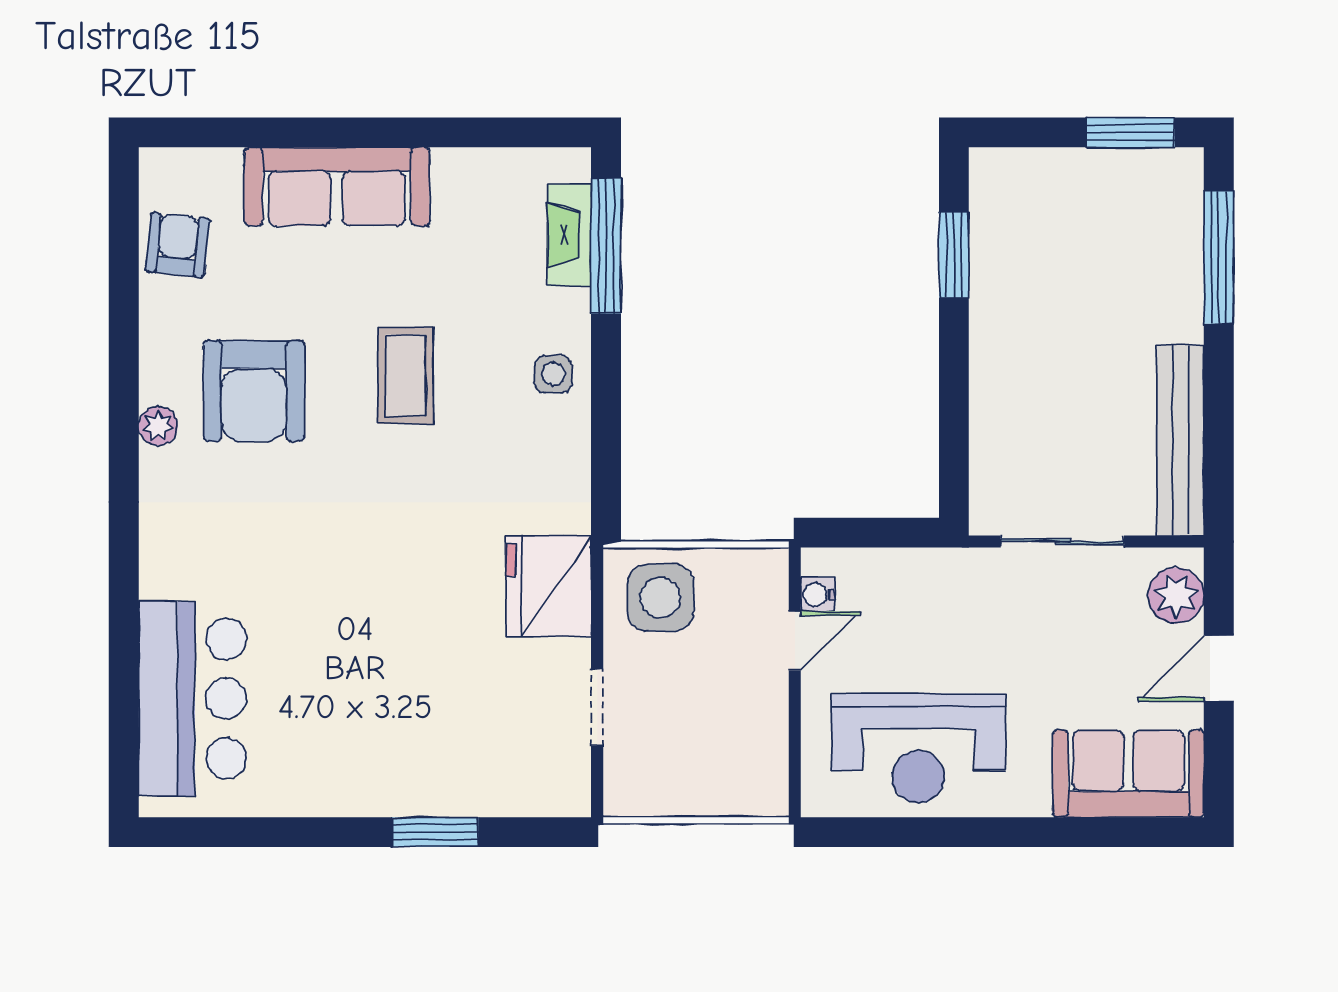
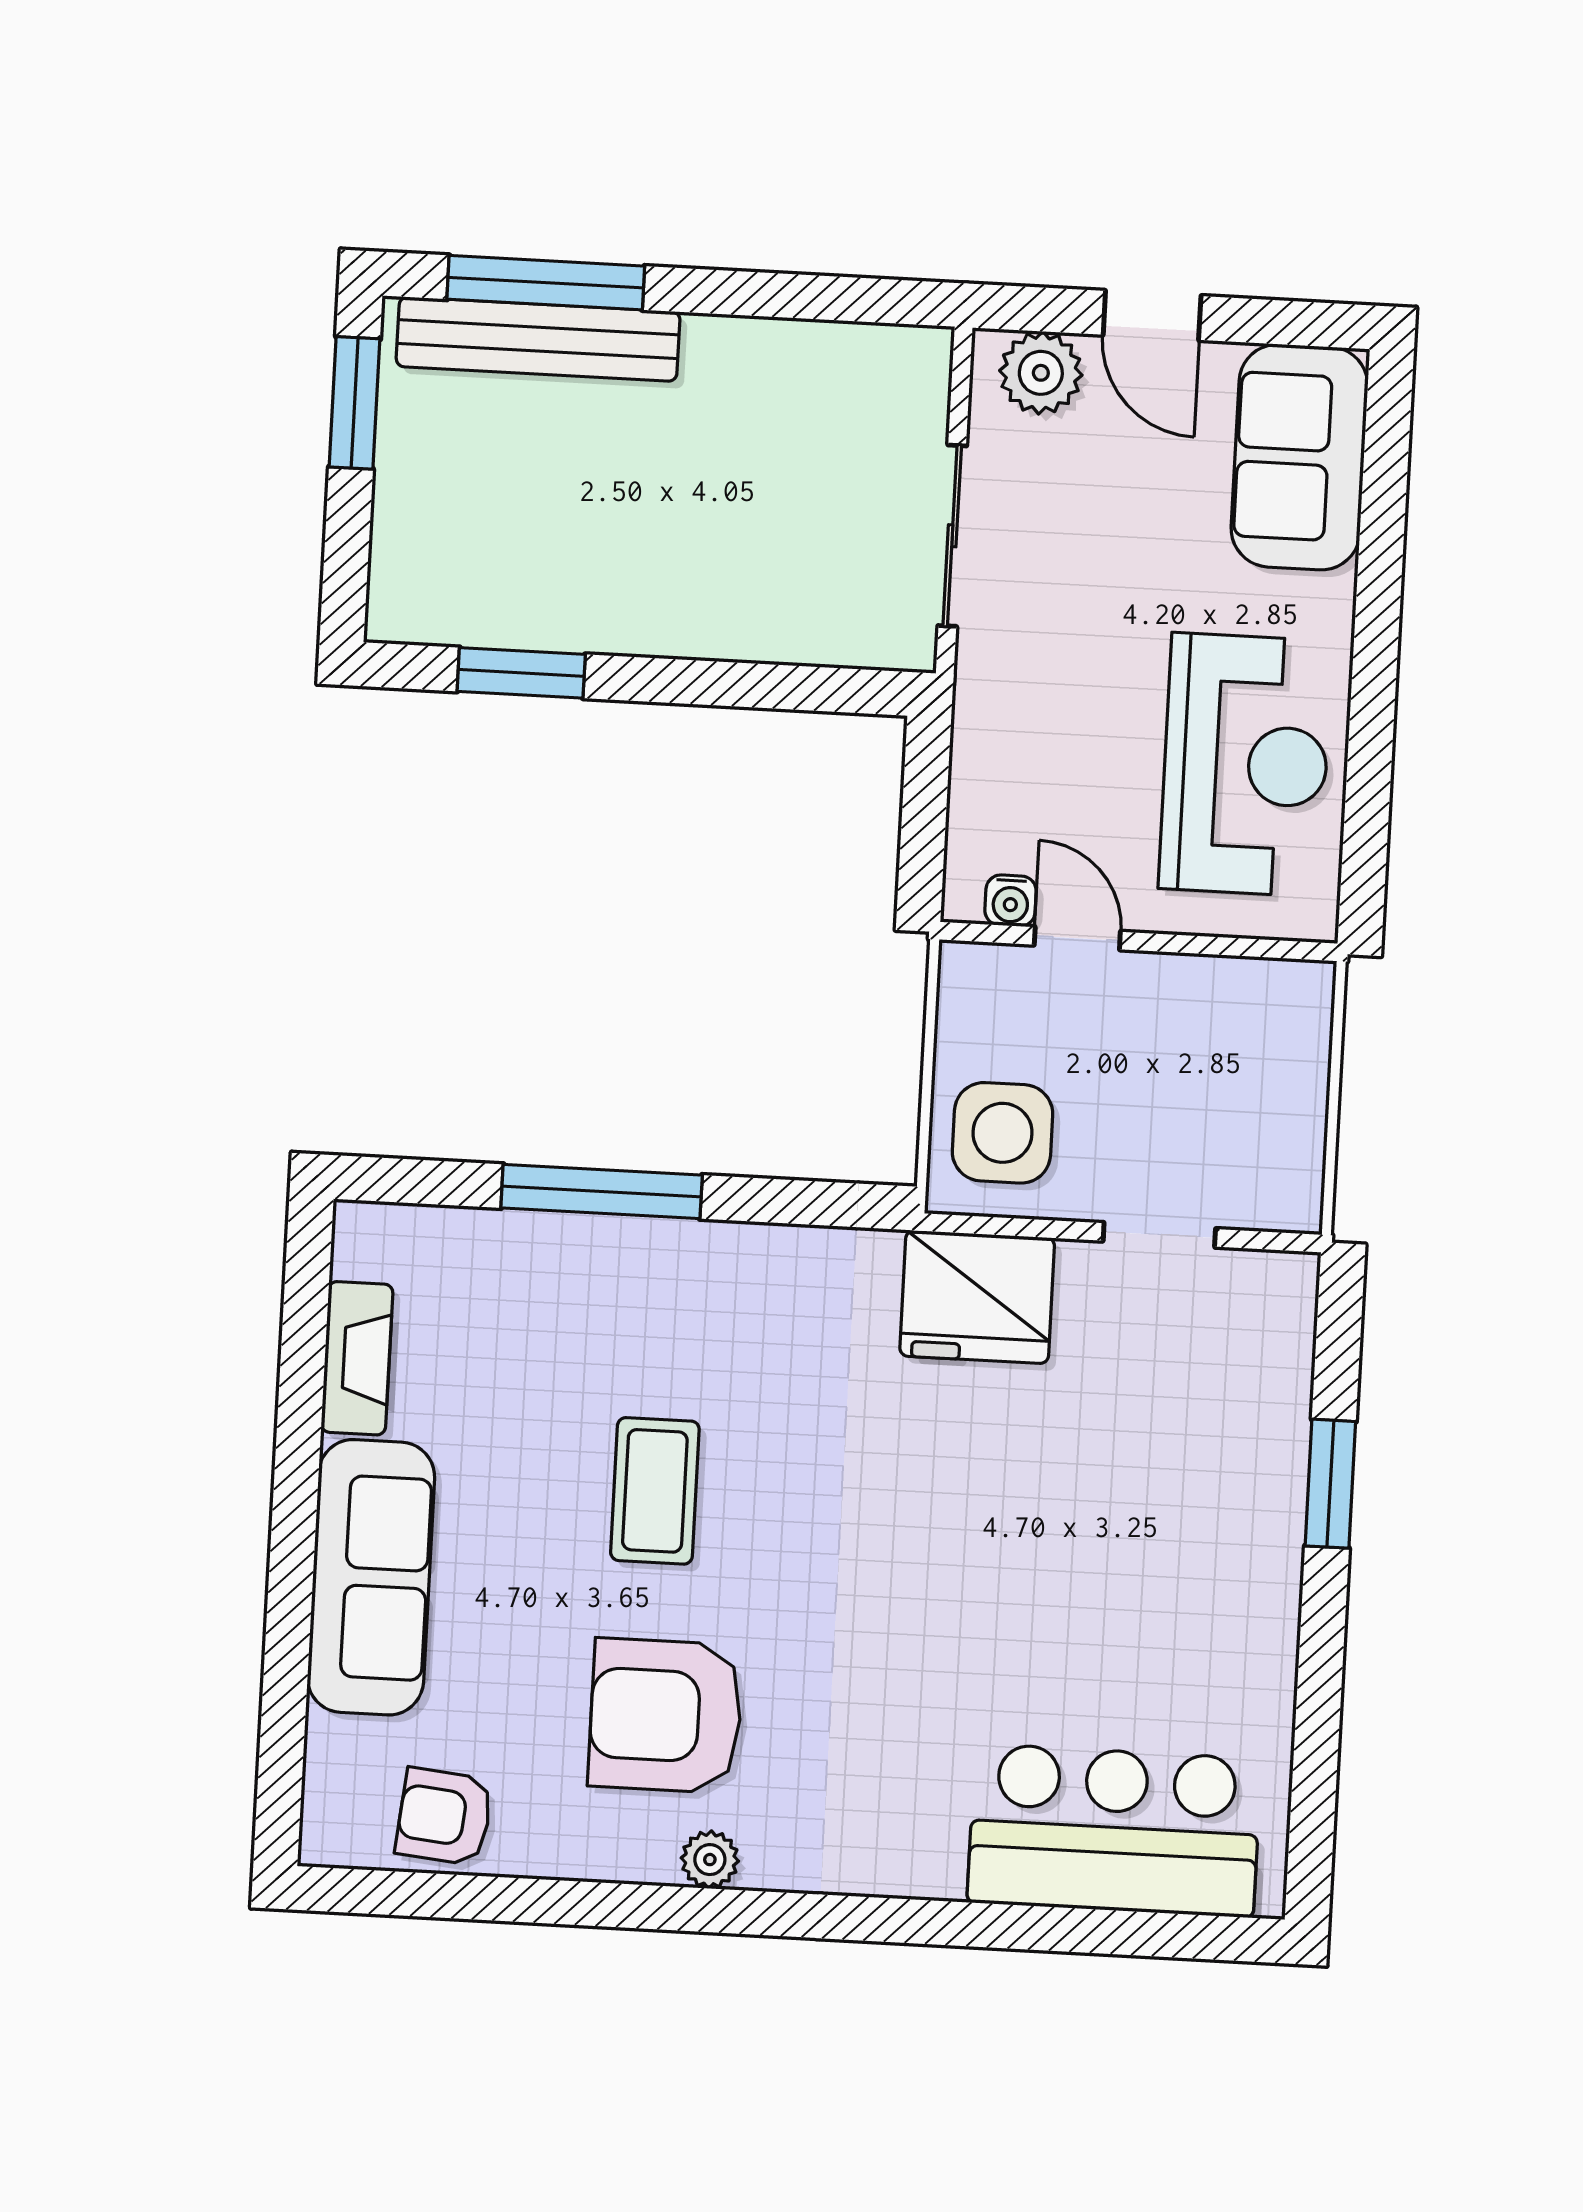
fireplace: (569, 235) -> (357, 1358), moved, turned -90
window: (606, 246) -> (602, 1192), moved
side table: (553, 374) -> (665, 1273), removed
coffee table: (406, 375) -> (655, 1491), turned 90
armchair: (254, 391) -> (666, 1716), turned 180
bench: (1180, 440) -> (538, 339), moved

